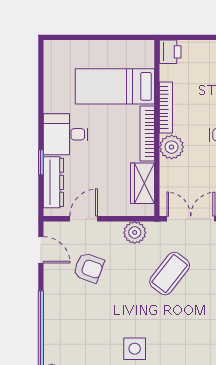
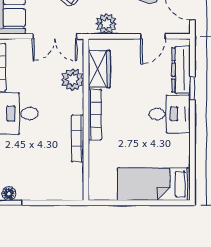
printer: (170, 52) -> (74, 190), removed
bed: (115, 86) -> (154, 184), moved, turned 180
plant: (172, 147) -> (73, 80), moved

